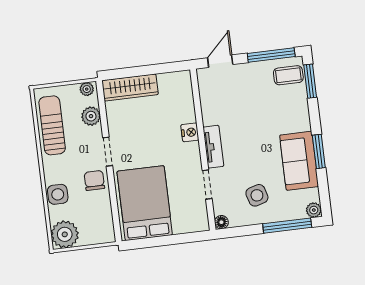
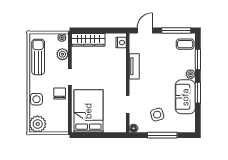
window: (310, 81) -> (198, 59), moved
nightstand: (190, 132) -> (121, 43), moved
tv unit: (213, 147) -> (134, 66), moved
plant: (314, 210) -> (191, 74), moved
window: (287, 226) -> (162, 135), moved

